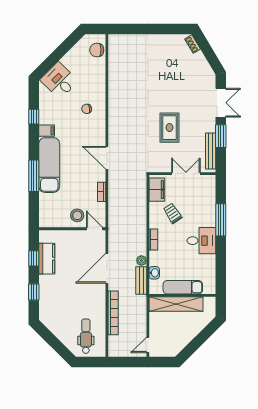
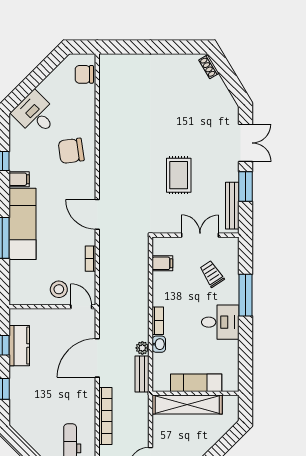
chair: (87, 109) -> (71, 151), width x1.87, depth x1.87
filing cabinet: (157, 190) -> (162, 263), width x0.50
trolley: (173, 213) -> (212, 274), moved
washbasin: (154, 273) -> (159, 344), moved

